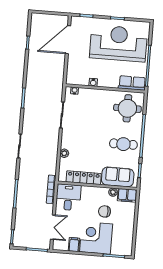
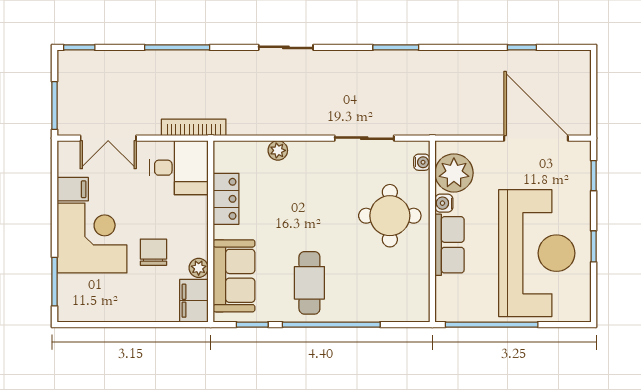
plant: (80, 77) -> (454, 173), added
row of seats: (132, 83) -> (450, 245), moved
round table: (127, 108) -> (390, 216), moved
locker: (84, 178) -> (226, 199), width x0.66

